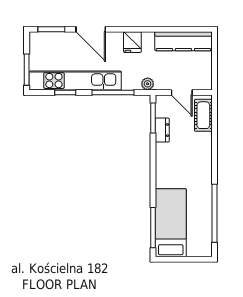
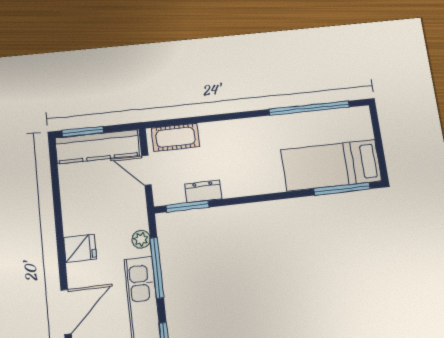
kitchen counter: (183, 41) -> (97, 147), moved, turned 90
window: (214, 51) -> (83, 132), added
plant: (148, 84) -> (141, 239), moved
door: (182, 92) -> (146, 170), swing flipped

